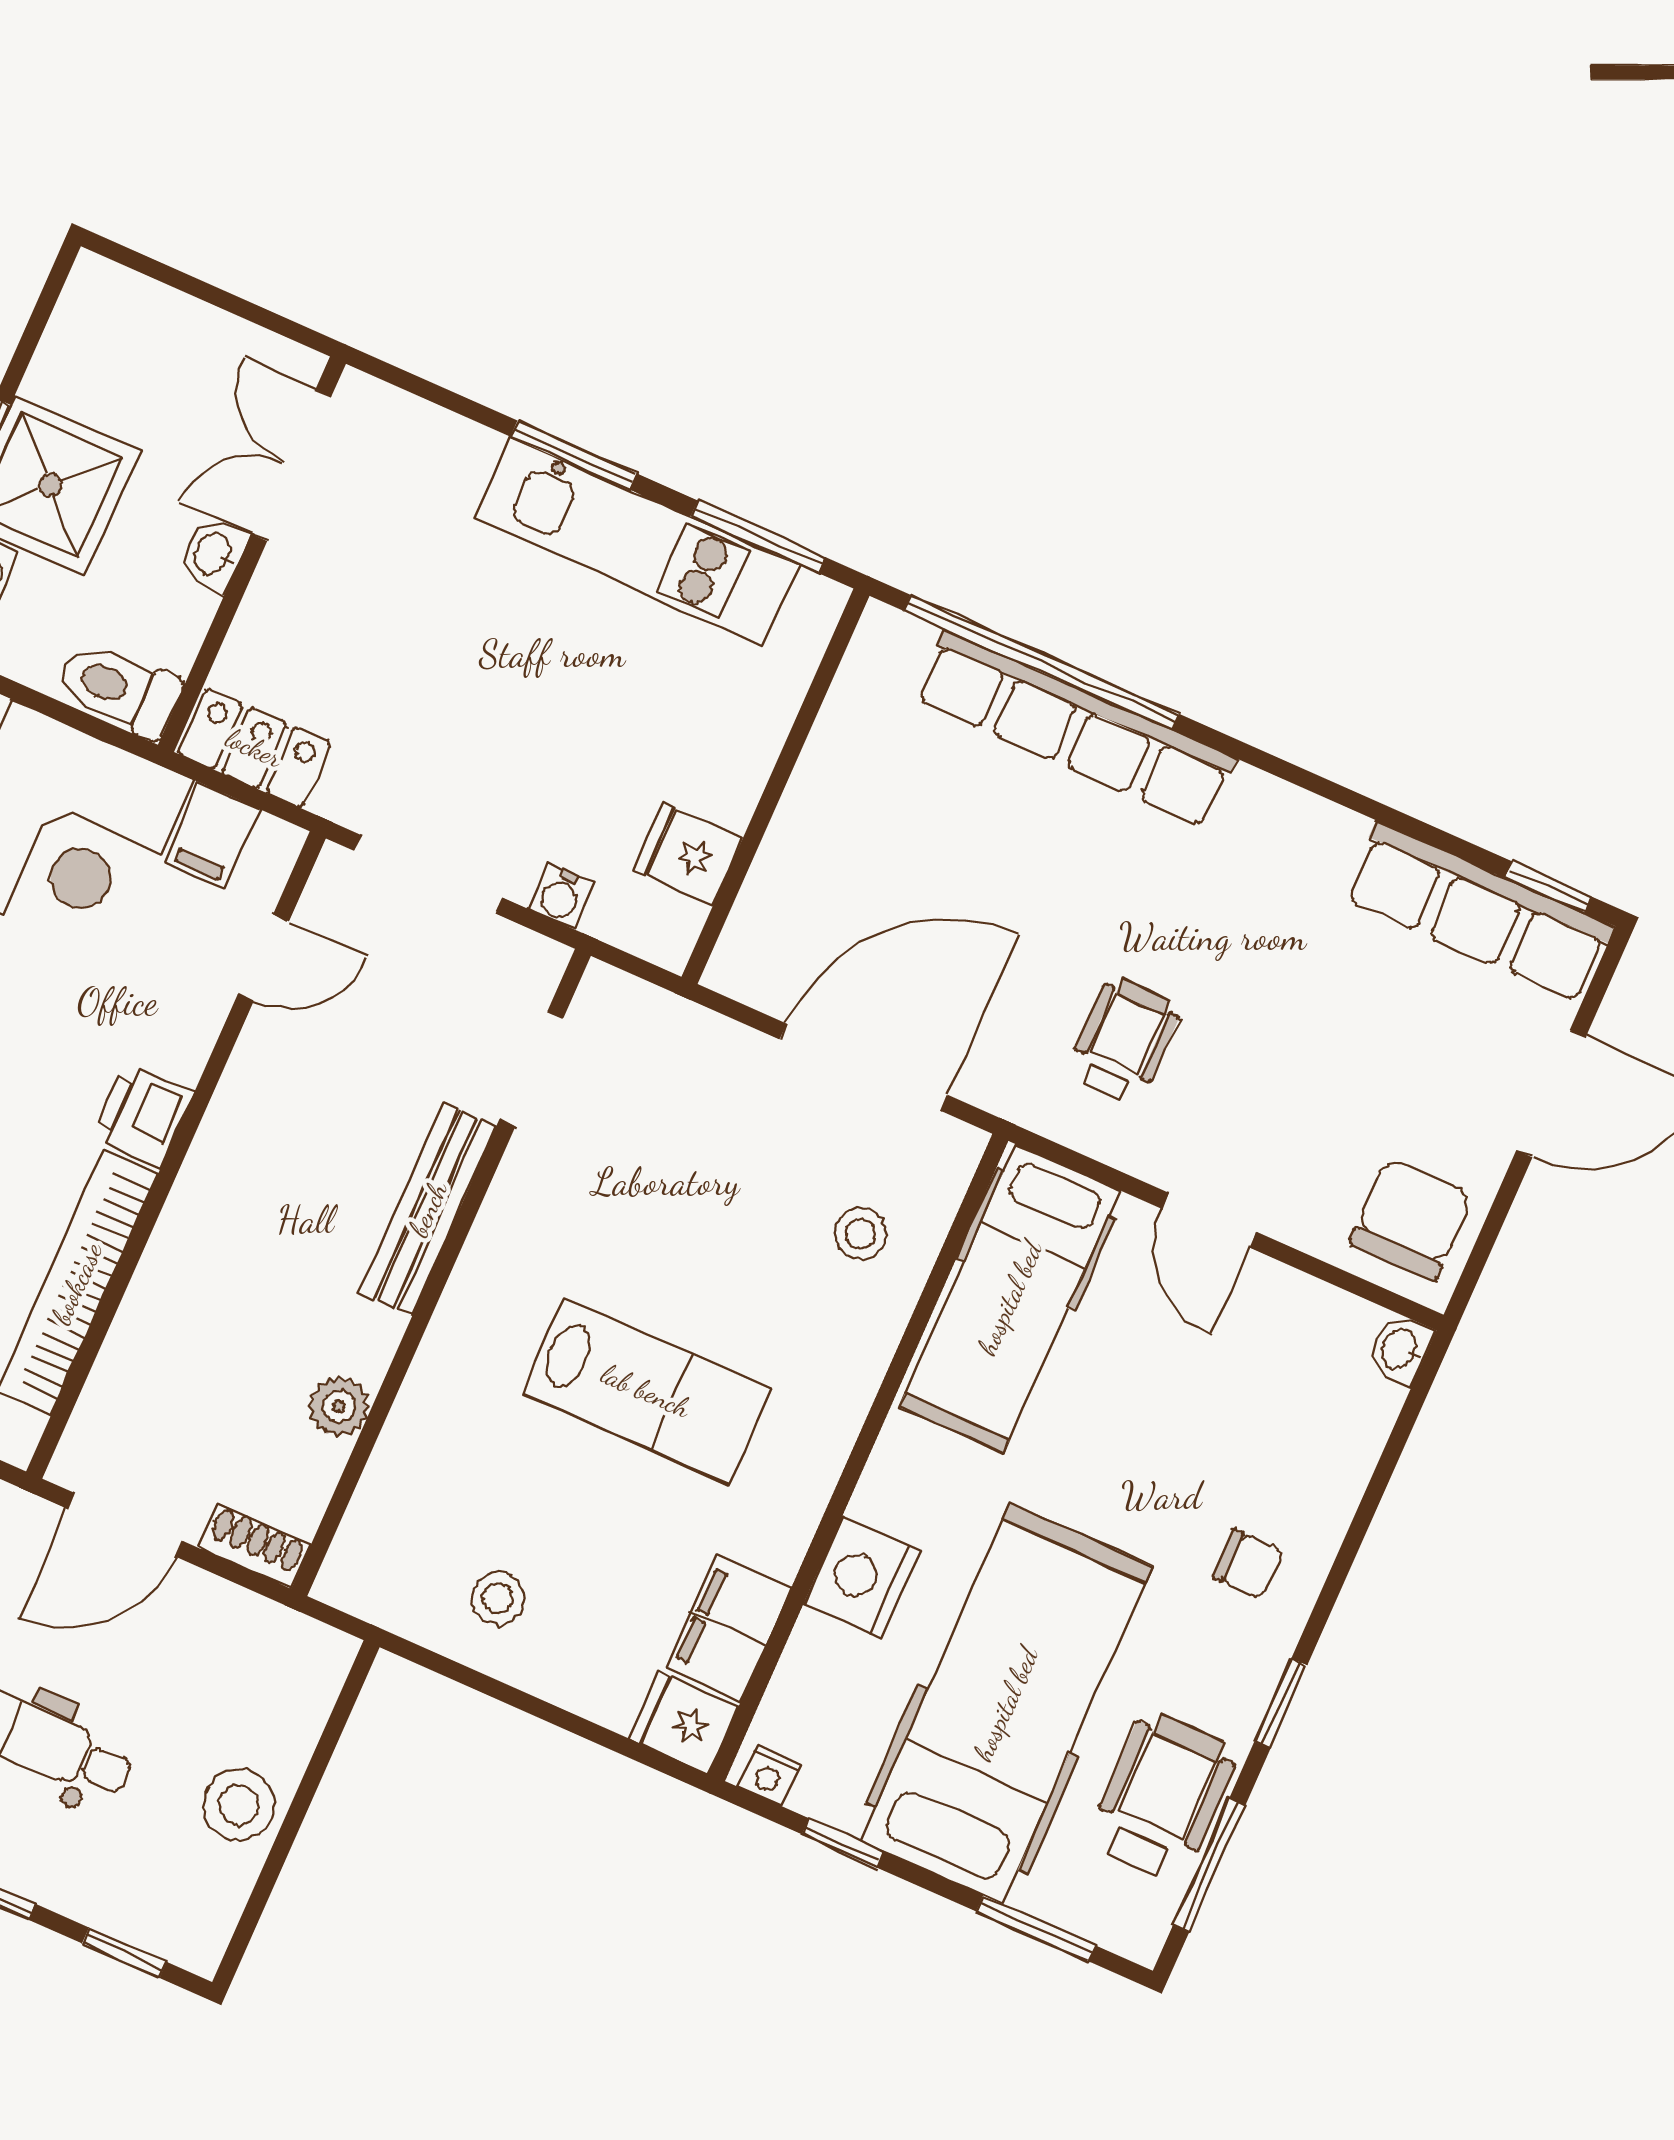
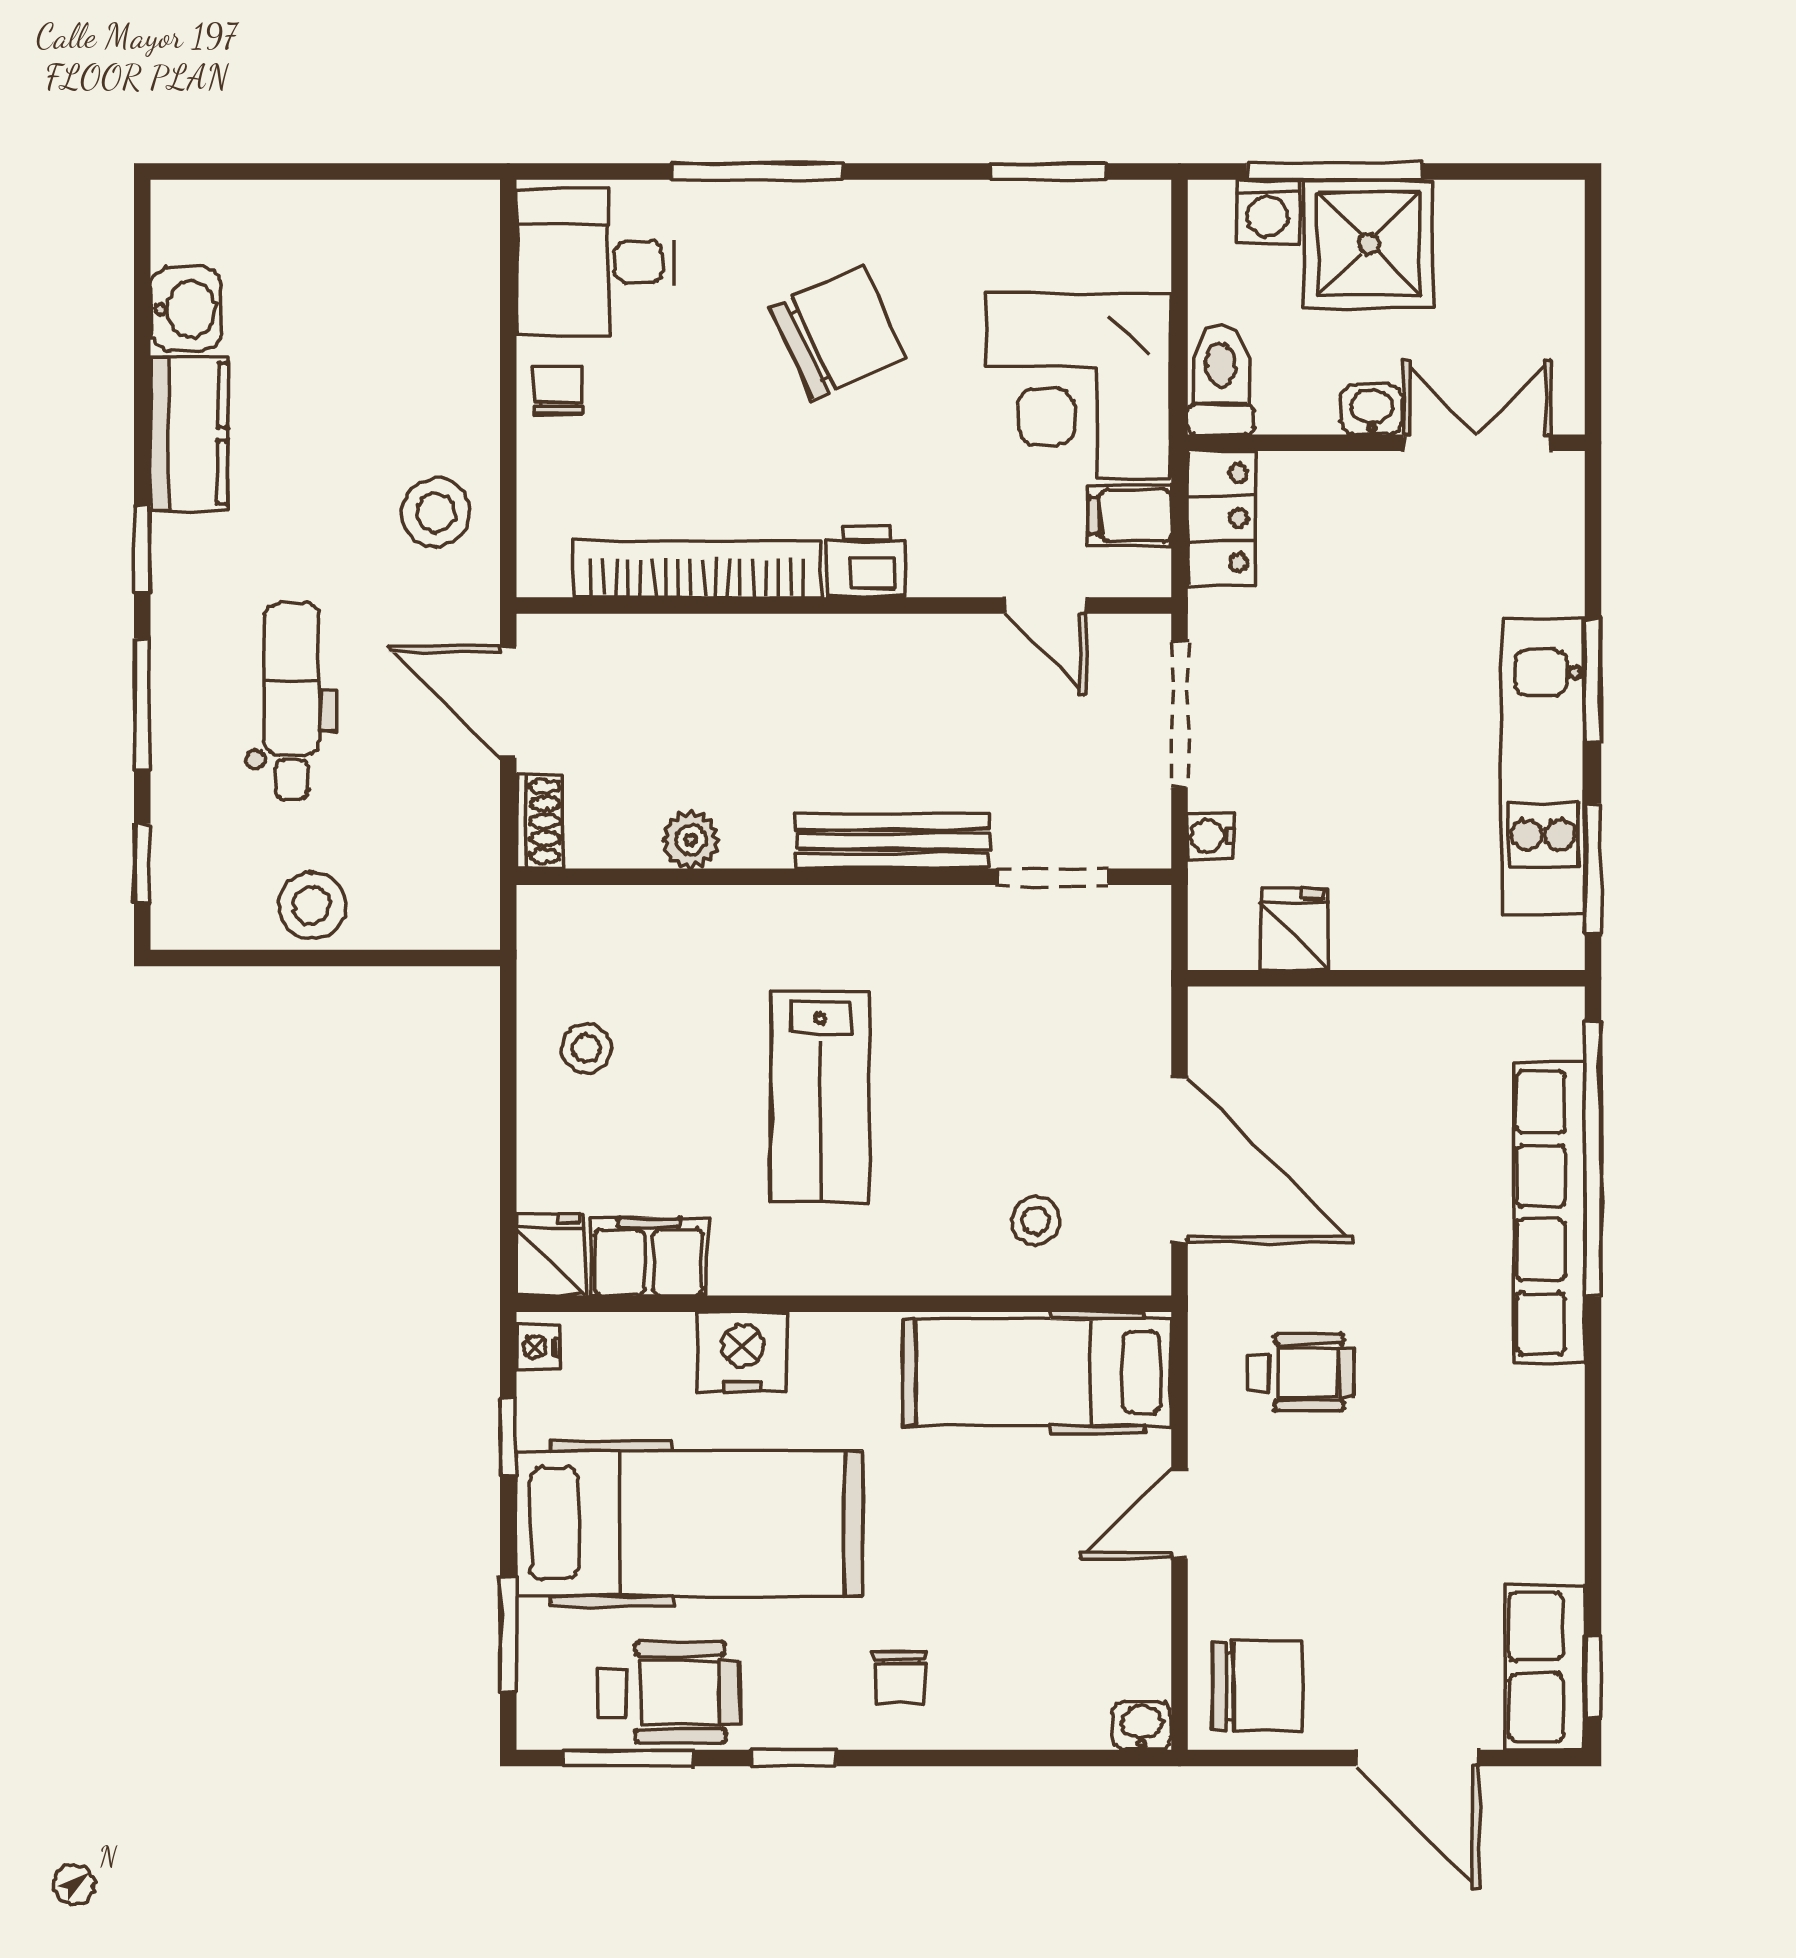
row of seats: (1479, 912) -> (1545, 1667), width x0.68

